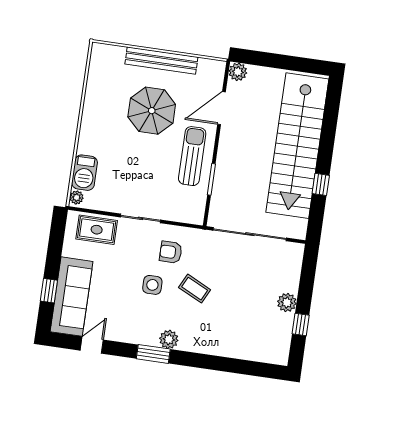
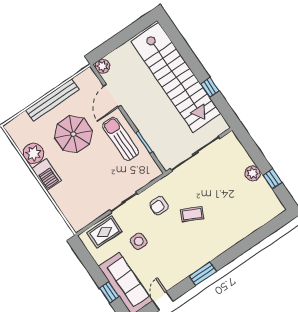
barbecue: (85, 173) -> (46, 175), moved
plant: (77, 197) -> (33, 153), moved, width x1.88, depth x1.88
side table: (152, 285) -> (139, 241), moved
plant: (169, 339) -> (204, 257), removed

